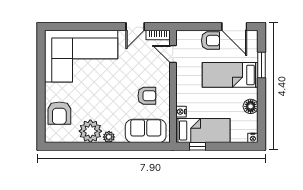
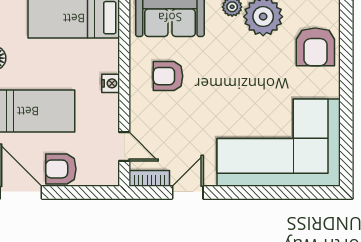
nightstand: (181, 112) -> (111, 83), moved
armchair: (59, 113) -> (315, 47), turned 180

